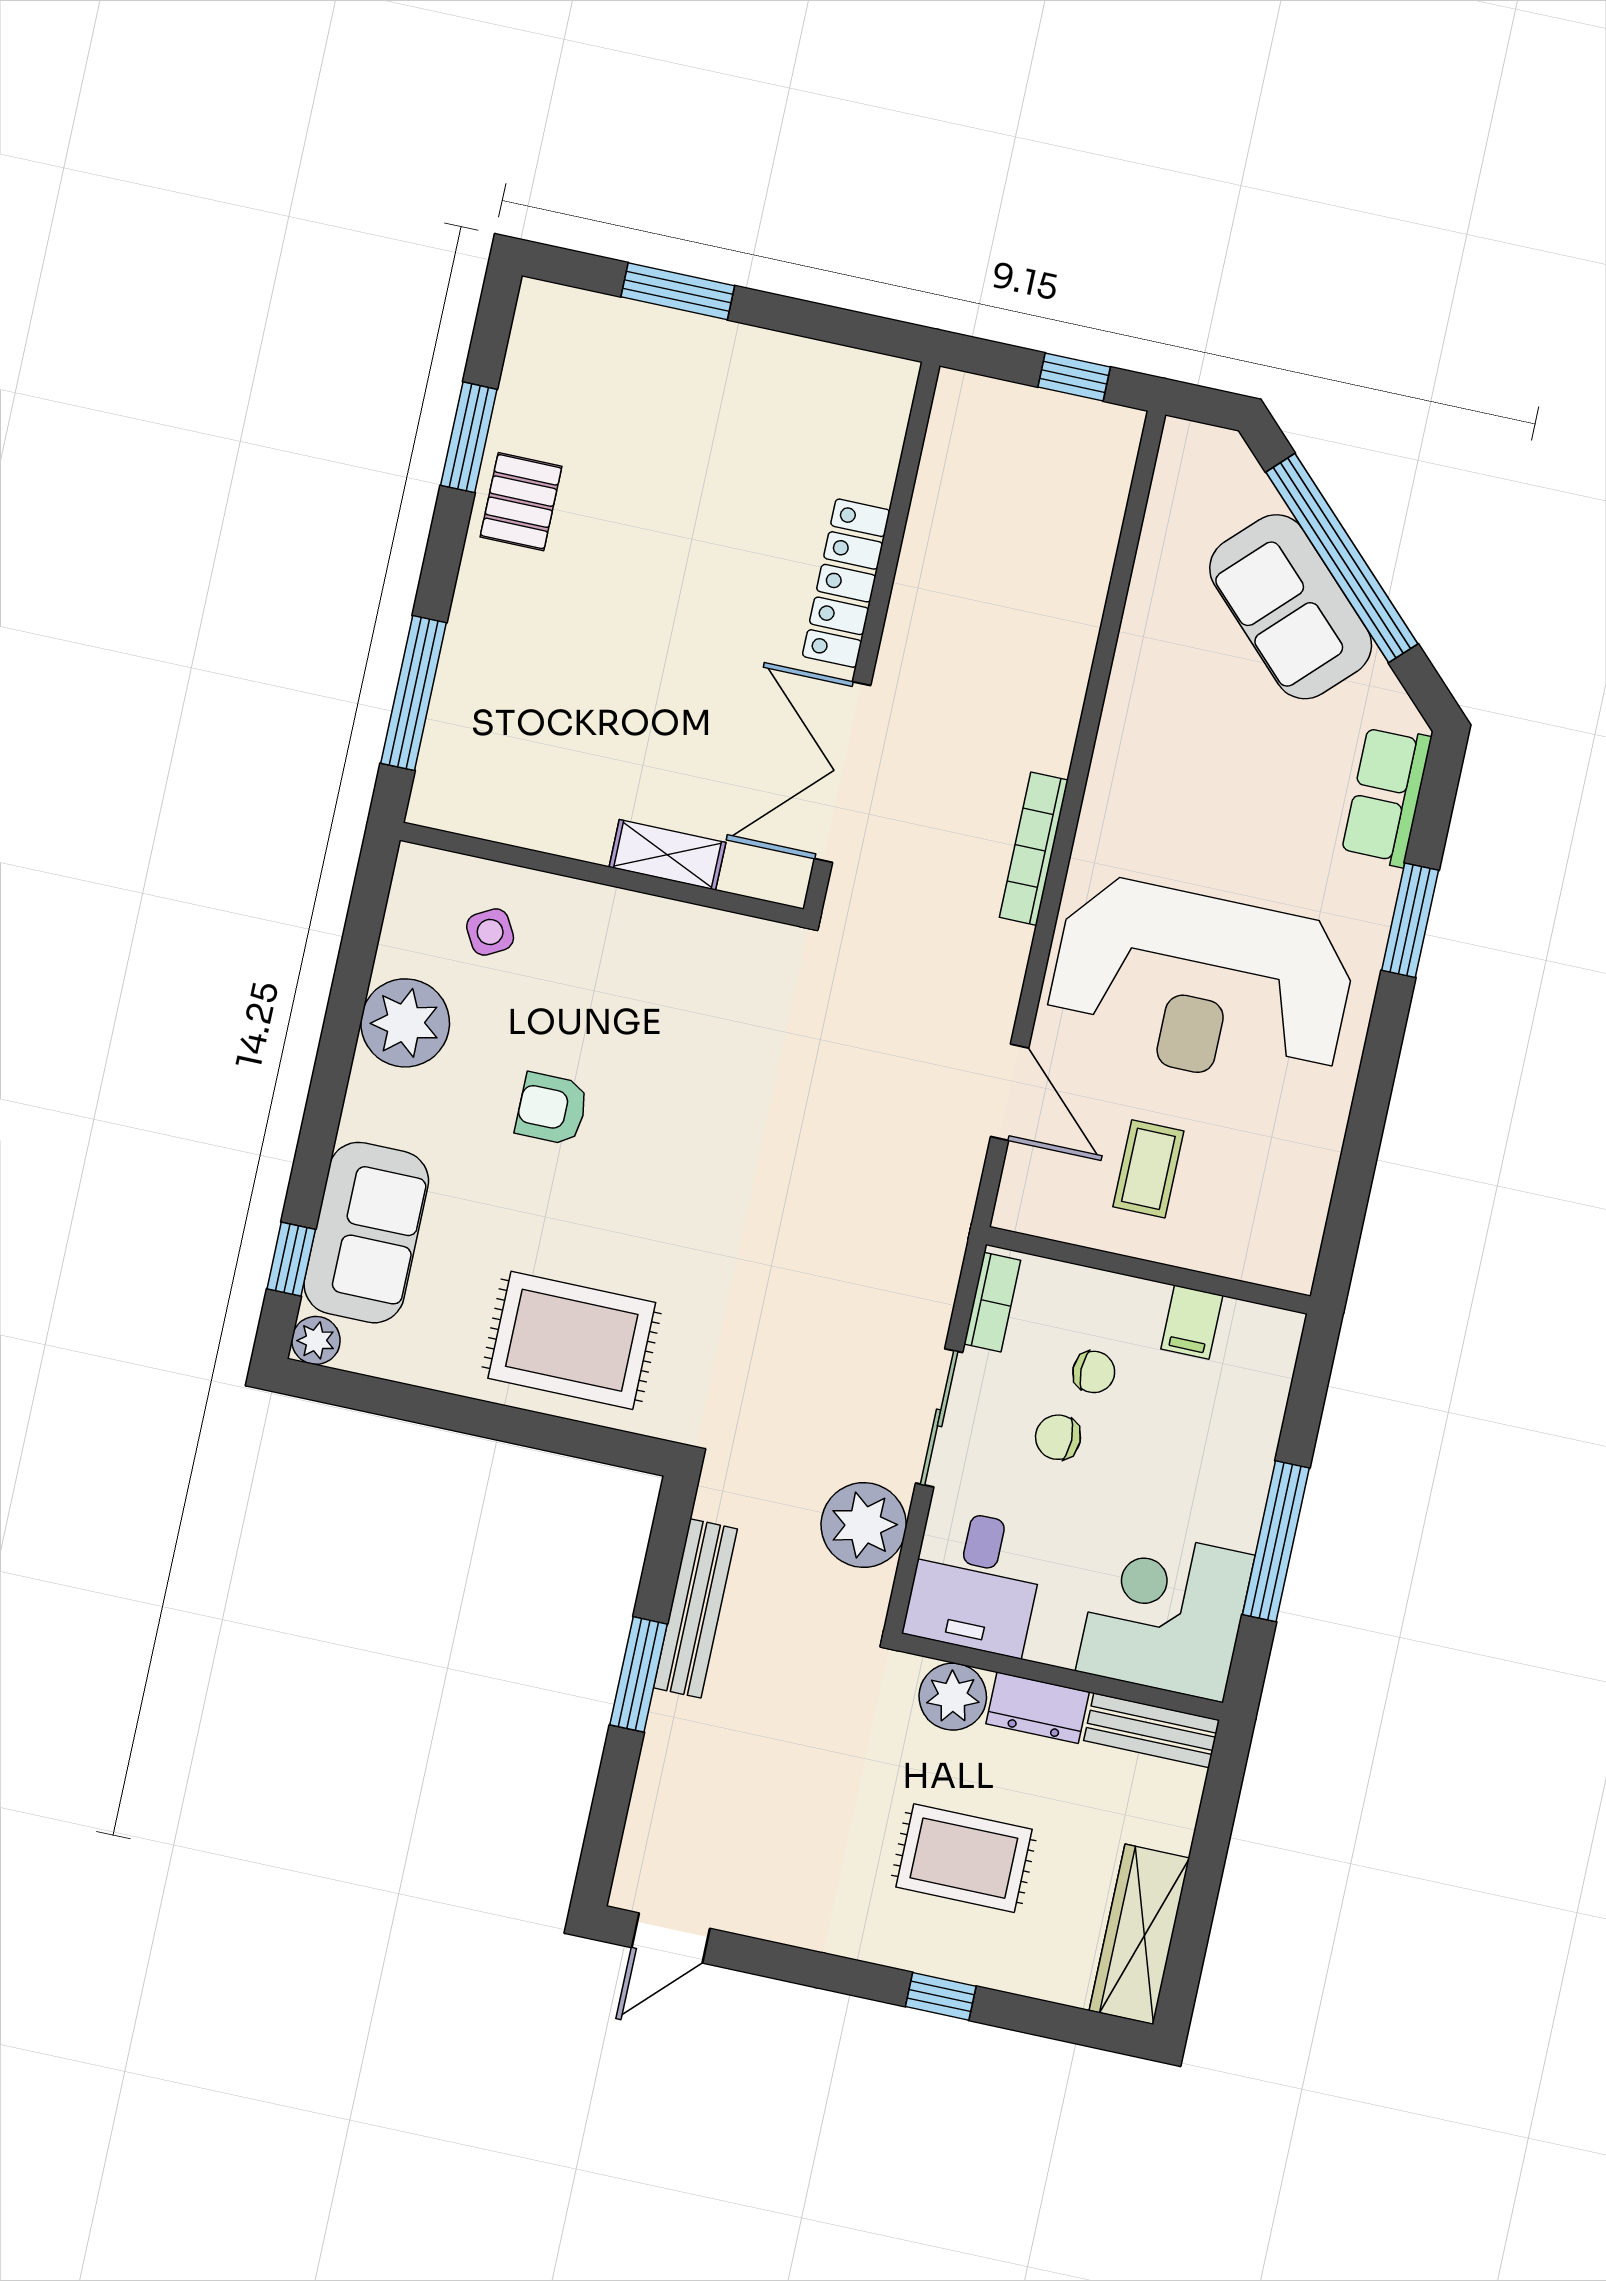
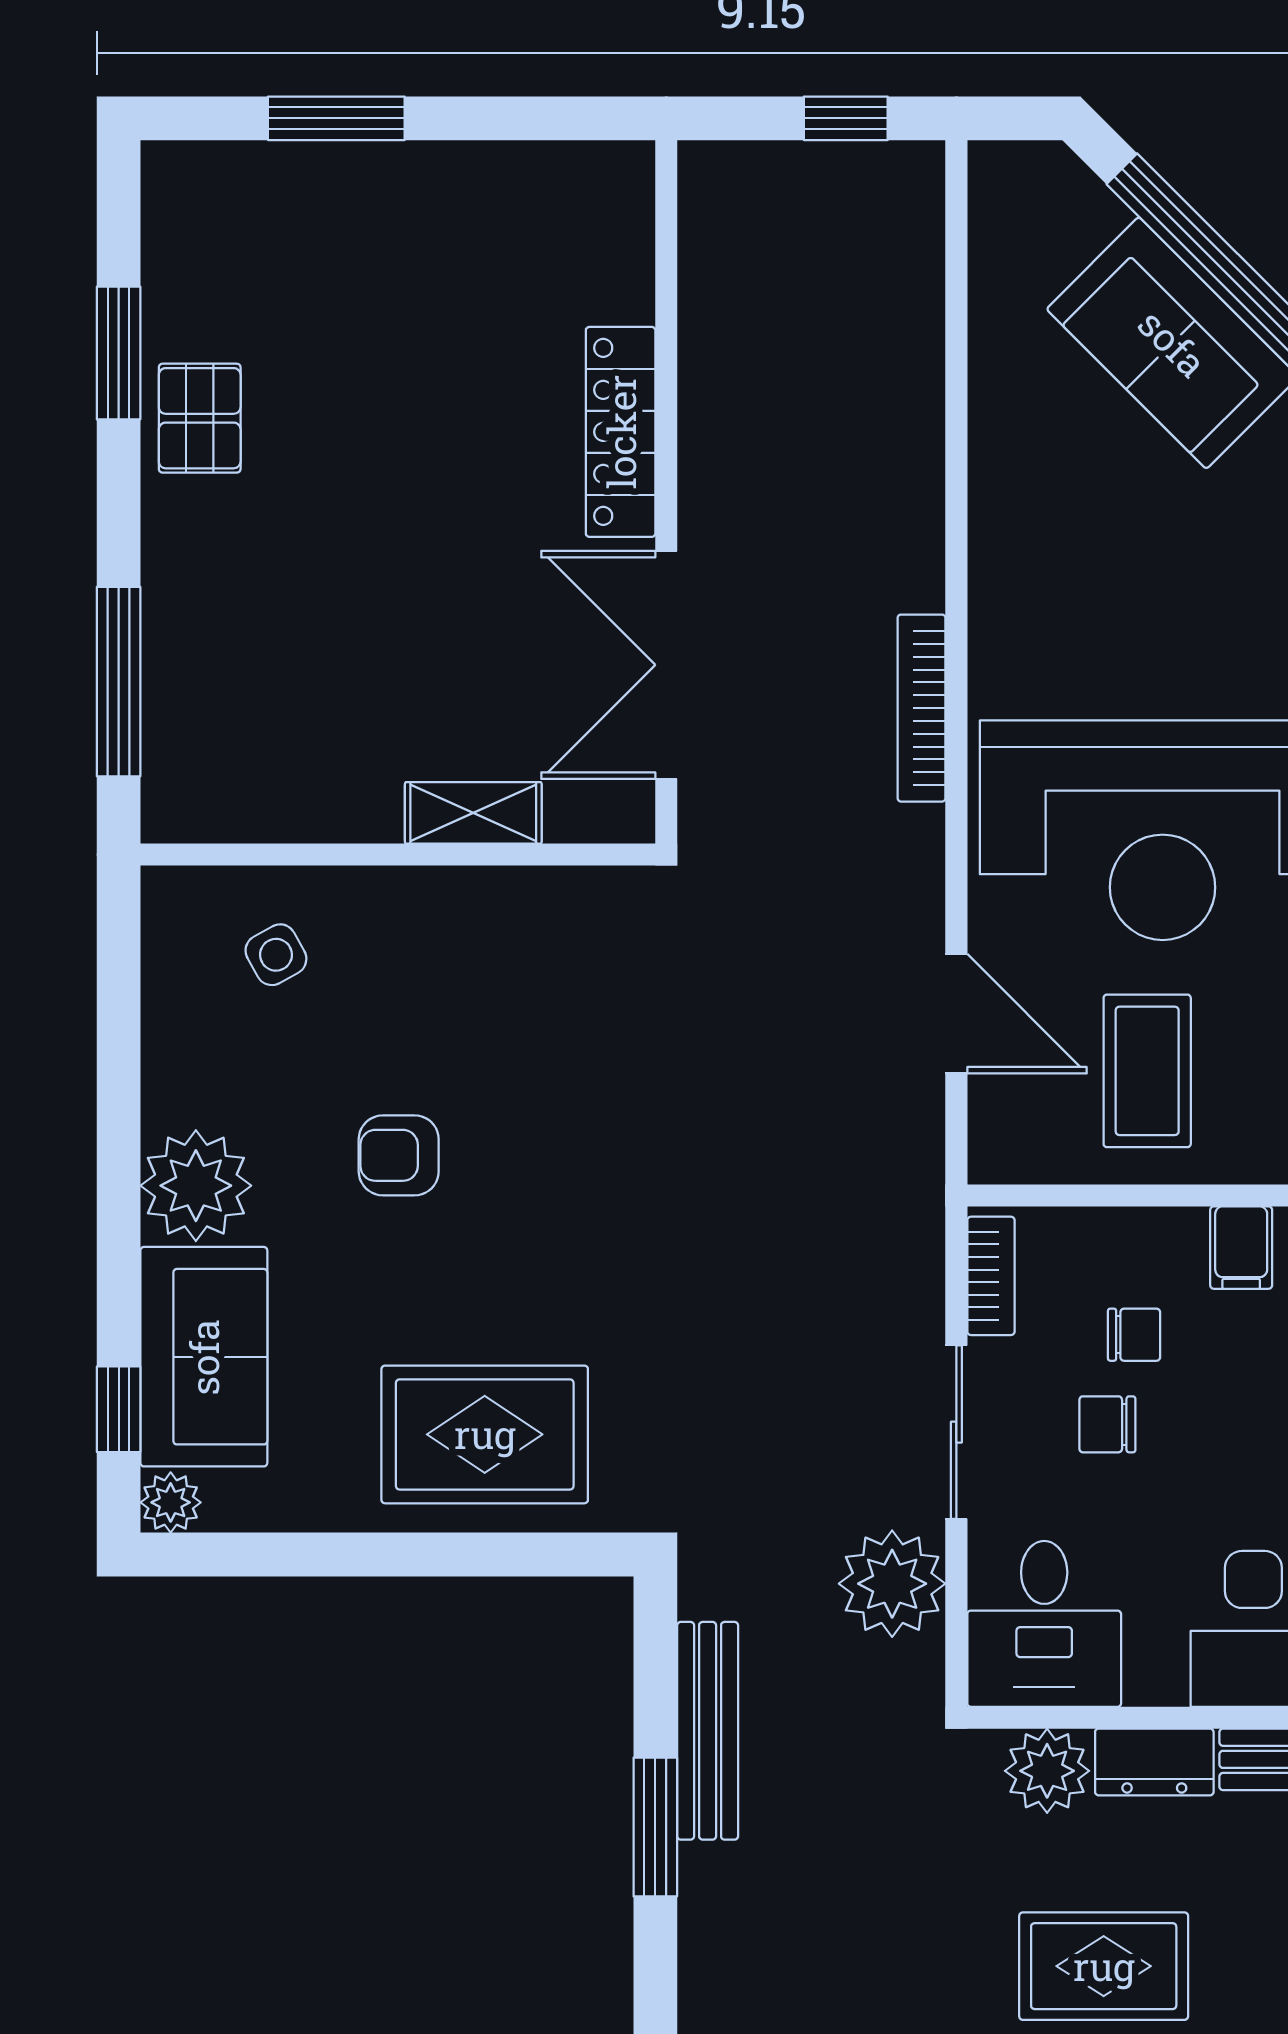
plant: (405, 1023) -> (196, 1186), moved
coffee table: (1148, 1169) -> (1147, 1071), width x1.36, depth x1.30

